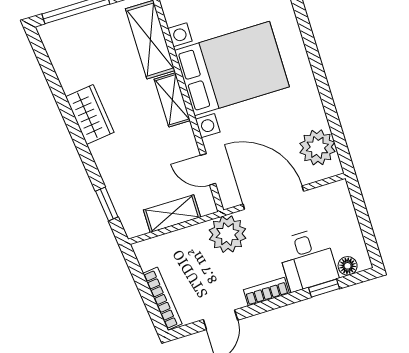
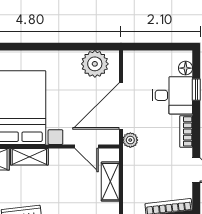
door: (208, 169) -> (87, 146), hinge flipped
plant: (227, 234) -> (130, 140), width x0.53, depth x0.53

